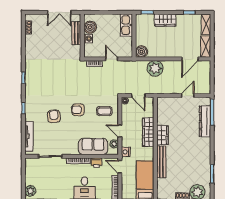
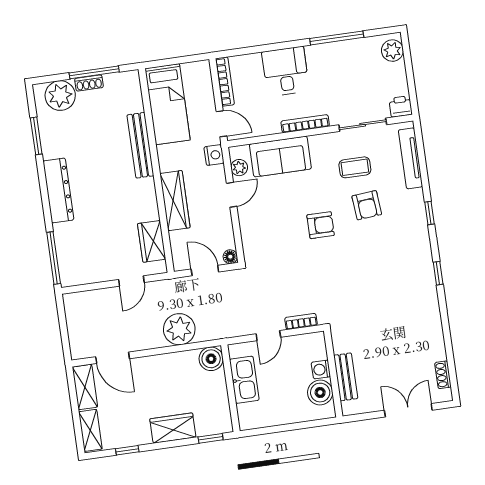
double door: (59, 12) -> (408, 410), moved
kitchen sink: (127, 25) -> (244, 380), moved
door: (112, 59) -> (268, 336), hinge flipped
door: (190, 59) -> (113, 358), swing flipped
door: (188, 95) -> (131, 281), moved
coffee table: (104, 111) -> (355, 167), moved
dresser: (205, 121) -> (58, 190), moved
door: (120, 131) -> (232, 195), hinge flipped
wardrobe: (163, 135) -> (152, 241), moved
printer: (96, 163) -> (401, 106), moved

